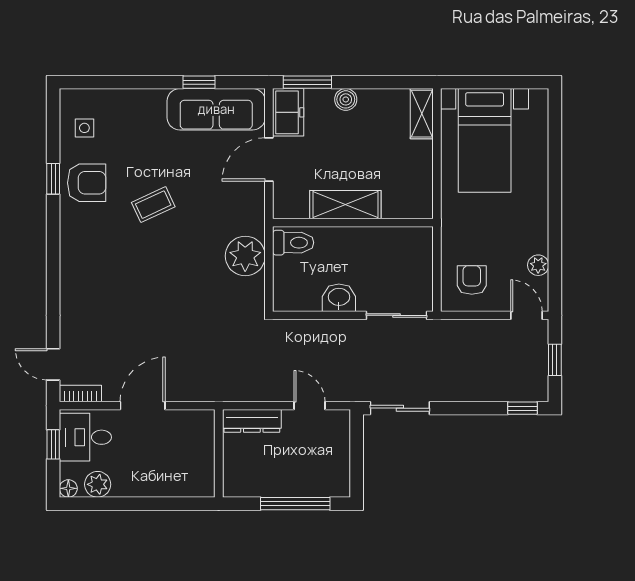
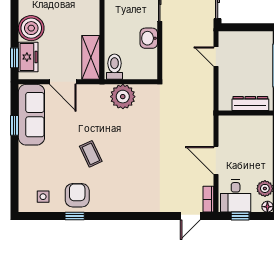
window: (307, 82) -> (15, 58), width x0.67
boiler: (346, 99) -> (31, 28), width x1.86, depth x1.86
freezer: (288, 112) -> (28, 57), moved, turned 90
shelving: (345, 205) -> (91, 57), moved
door: (309, 406) -> (216, 57), hinge flipped
dresser: (252, 421) -> (250, 104), moved, turned -90

